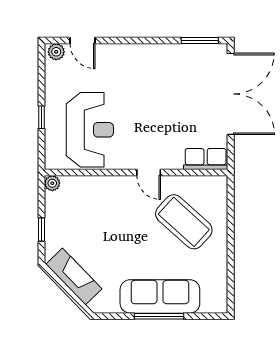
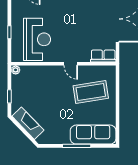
coffee table: (184, 222) -> (91, 92), turned -51
sofa: (160, 296) -> (93, 135), moved

